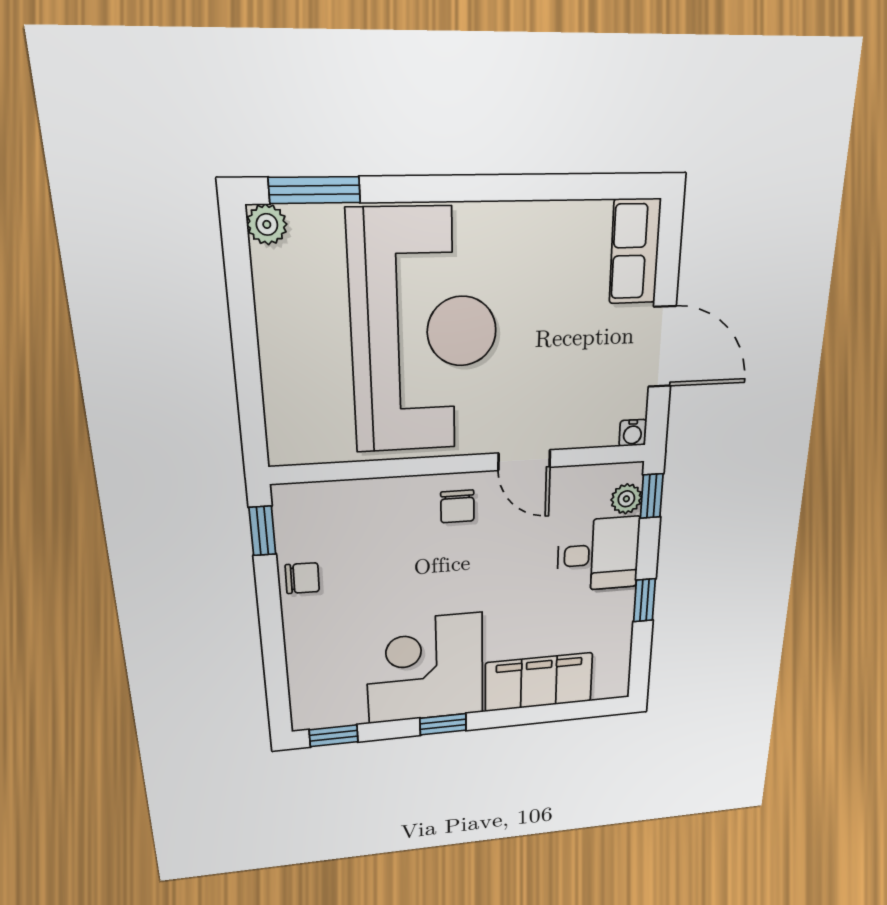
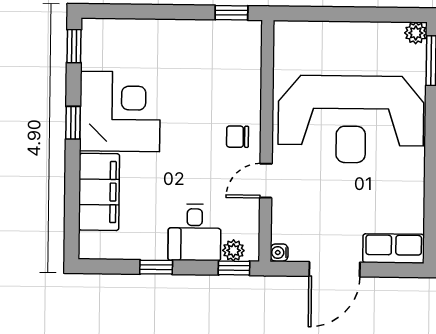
chair: (302, 578) -> (196, 35), removed

